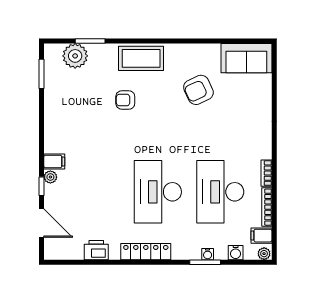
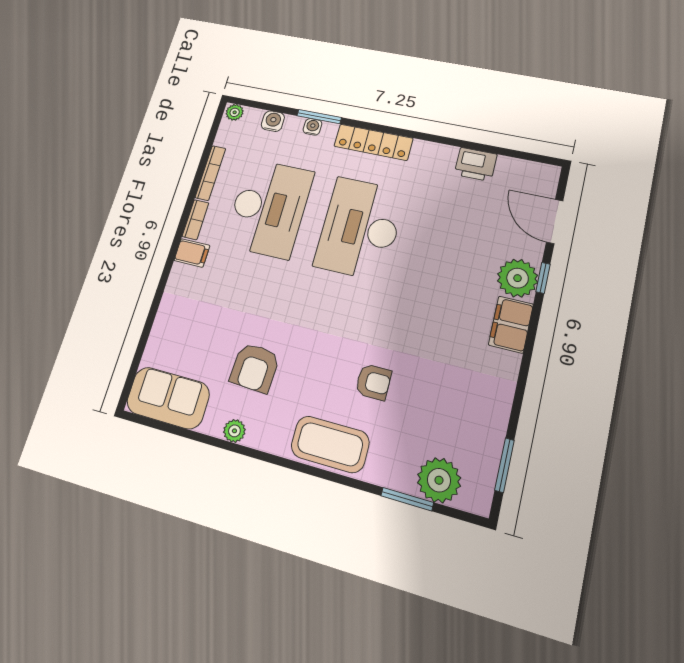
plant: (199, 50) -> (234, 431), added
armchair: (198, 90) -> (255, 368), turned 118
filing cabinet: (54, 162) -> (511, 324), width x2.00
plant: (50, 177) -> (518, 278), width x1.88, depth x1.88
desk: (158, 192) -> (360, 228), turned 180
filing cabinet: (261, 236) -> (192, 253), moved
locker: (146, 252) -> (373, 142), moved

